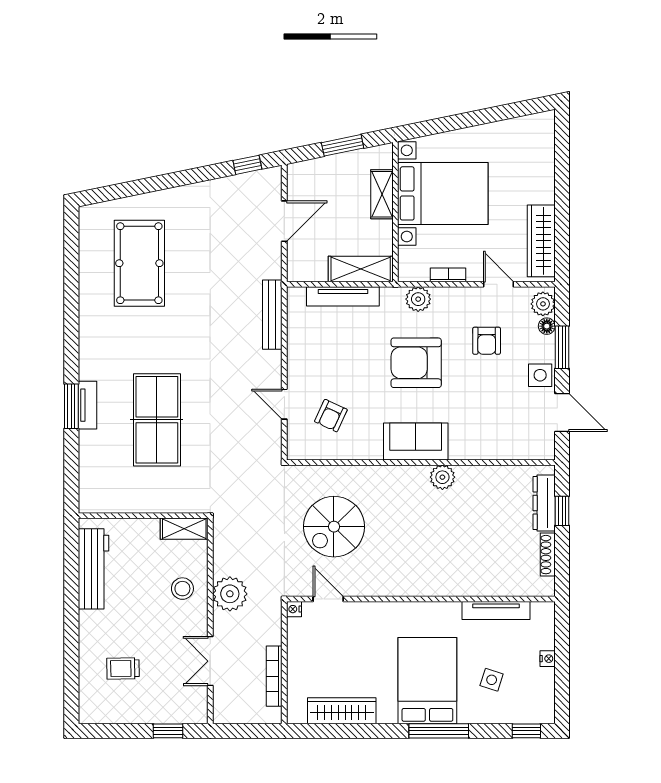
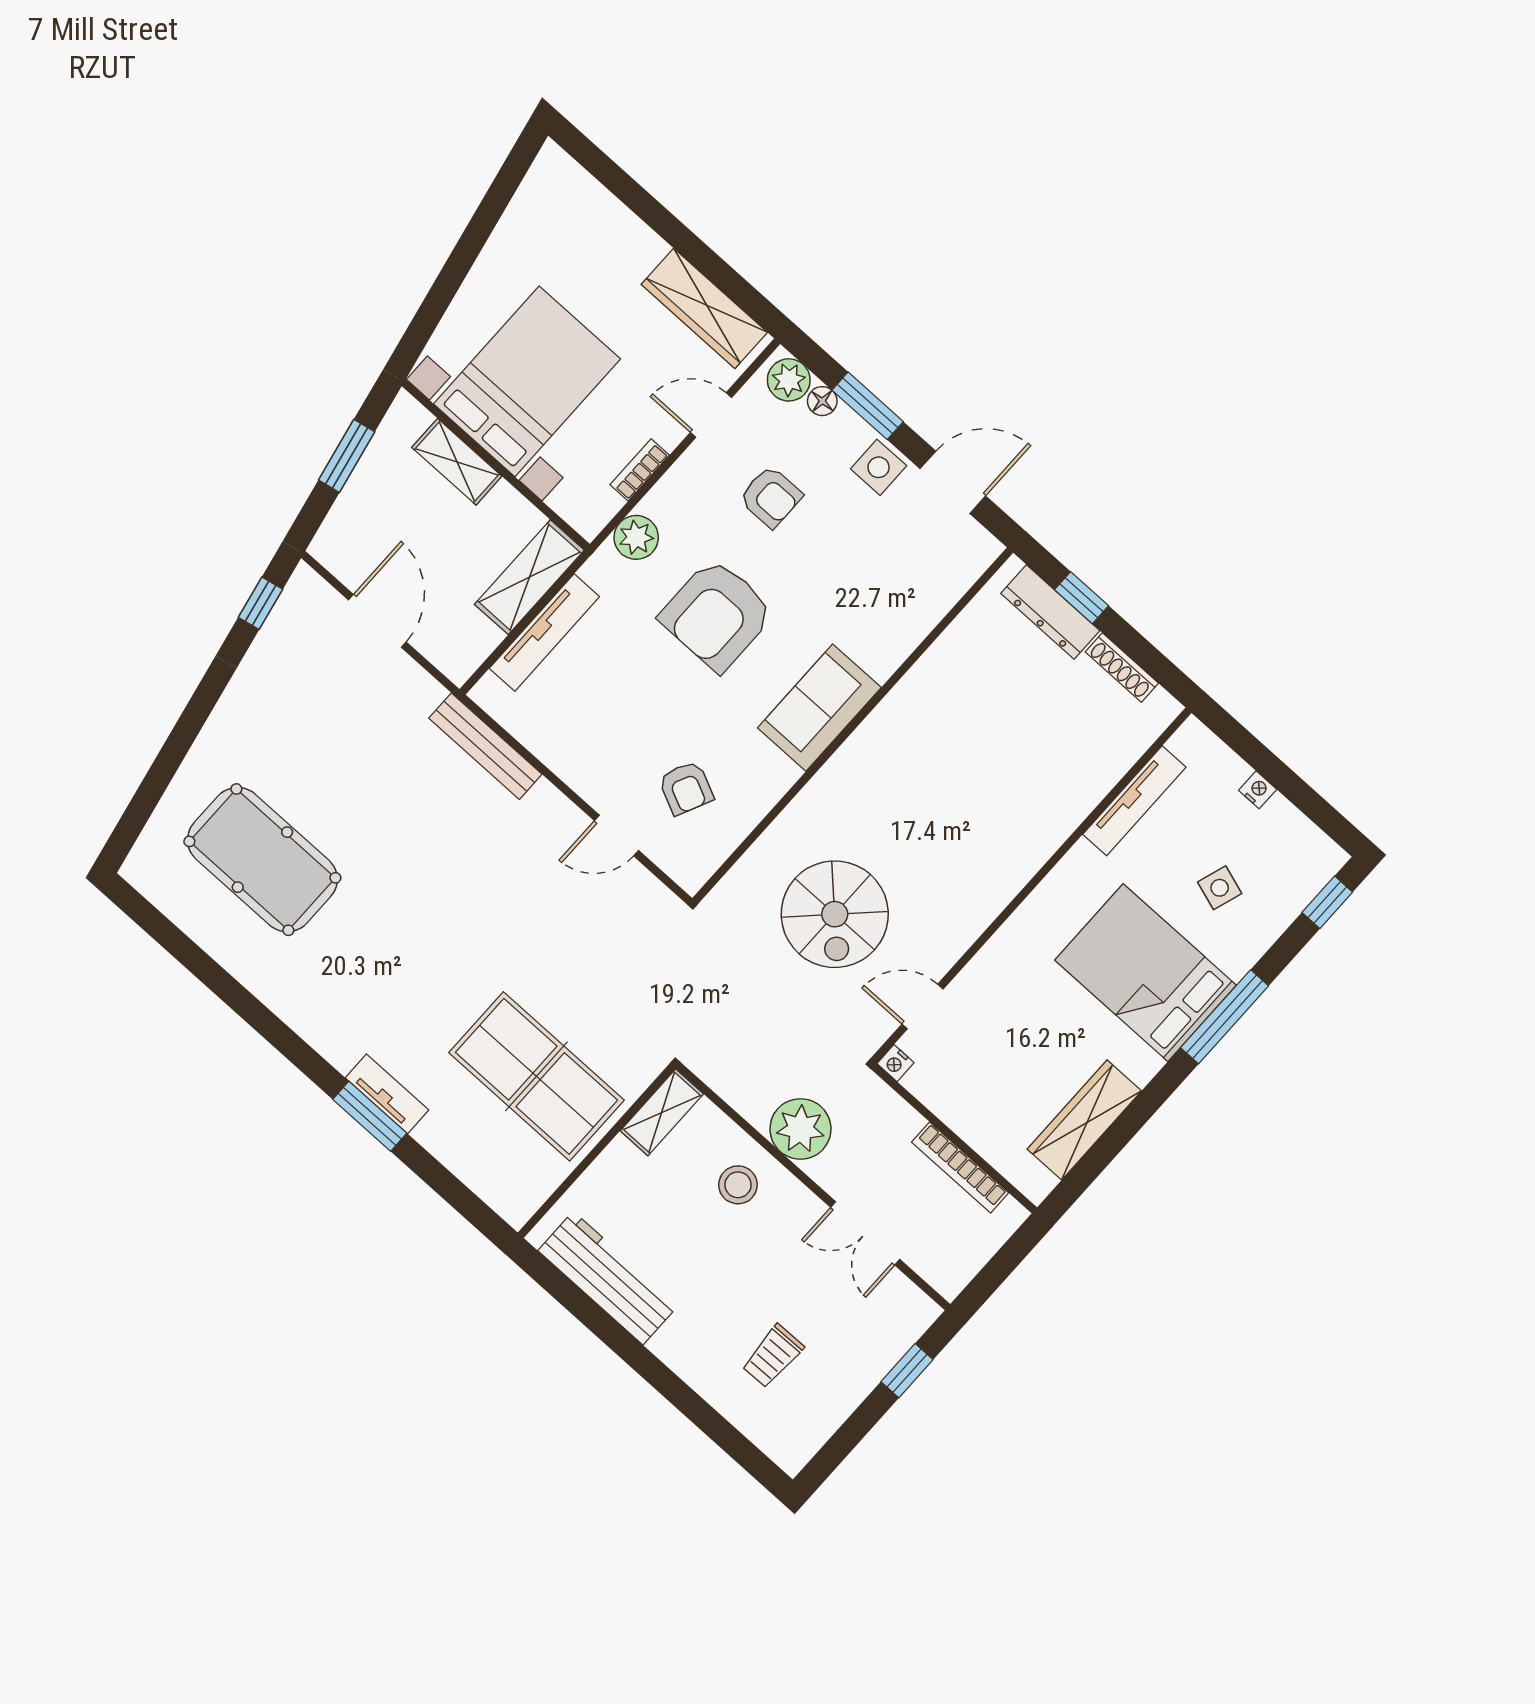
table tennis table: (157, 420) -> (537, 1076), moved
plant: (442, 477) -> (897, 714), removed

